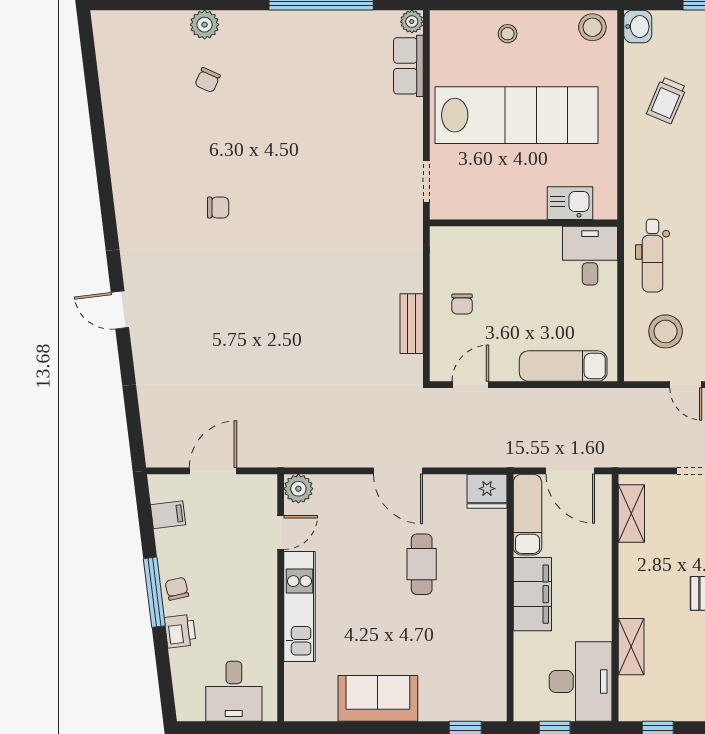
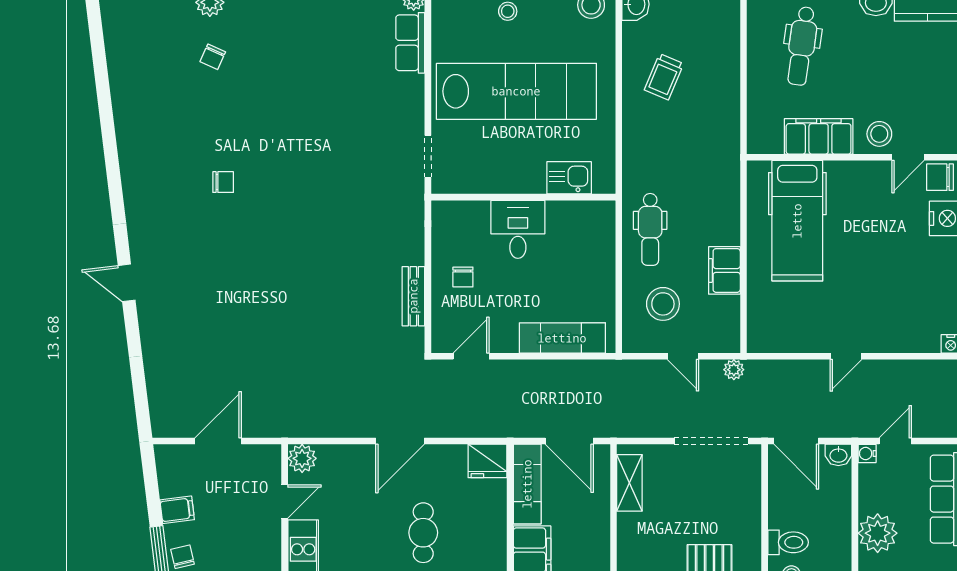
desk: (590, 256) -> (518, 229), moved
door: (398, 471) -> (400, 441), hinge flipped
filing cabinet: (168, 515) -> (177, 510), moved

